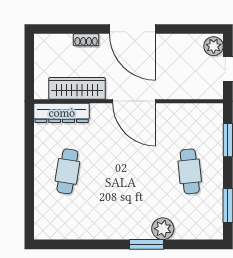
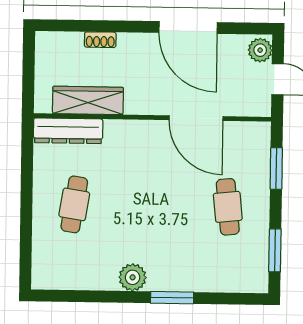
door: (133, 29) -> (188, 27), moved
door: (134, 101) -> (196, 118), moved
plant: (163, 229) -> (133, 277), moved

